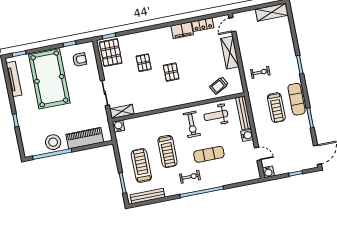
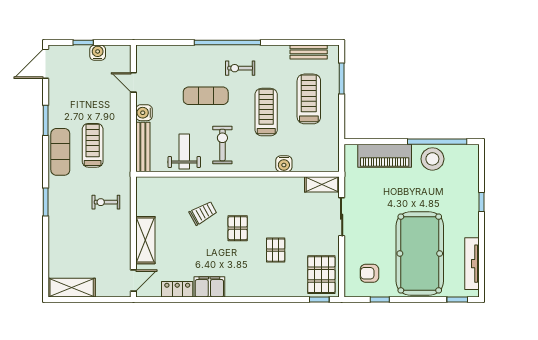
trolley: (219, 86) -> (203, 213), moved
weight bench: (216, 115) -> (184, 151), turned -90
water cooler: (118, 126) -> (284, 164), moved
treadmill: (141, 165) -> (309, 99), turned 180
water cooler: (268, 172) -> (98, 53), moved
bench: (147, 196) -> (309, 52), width x0.73

